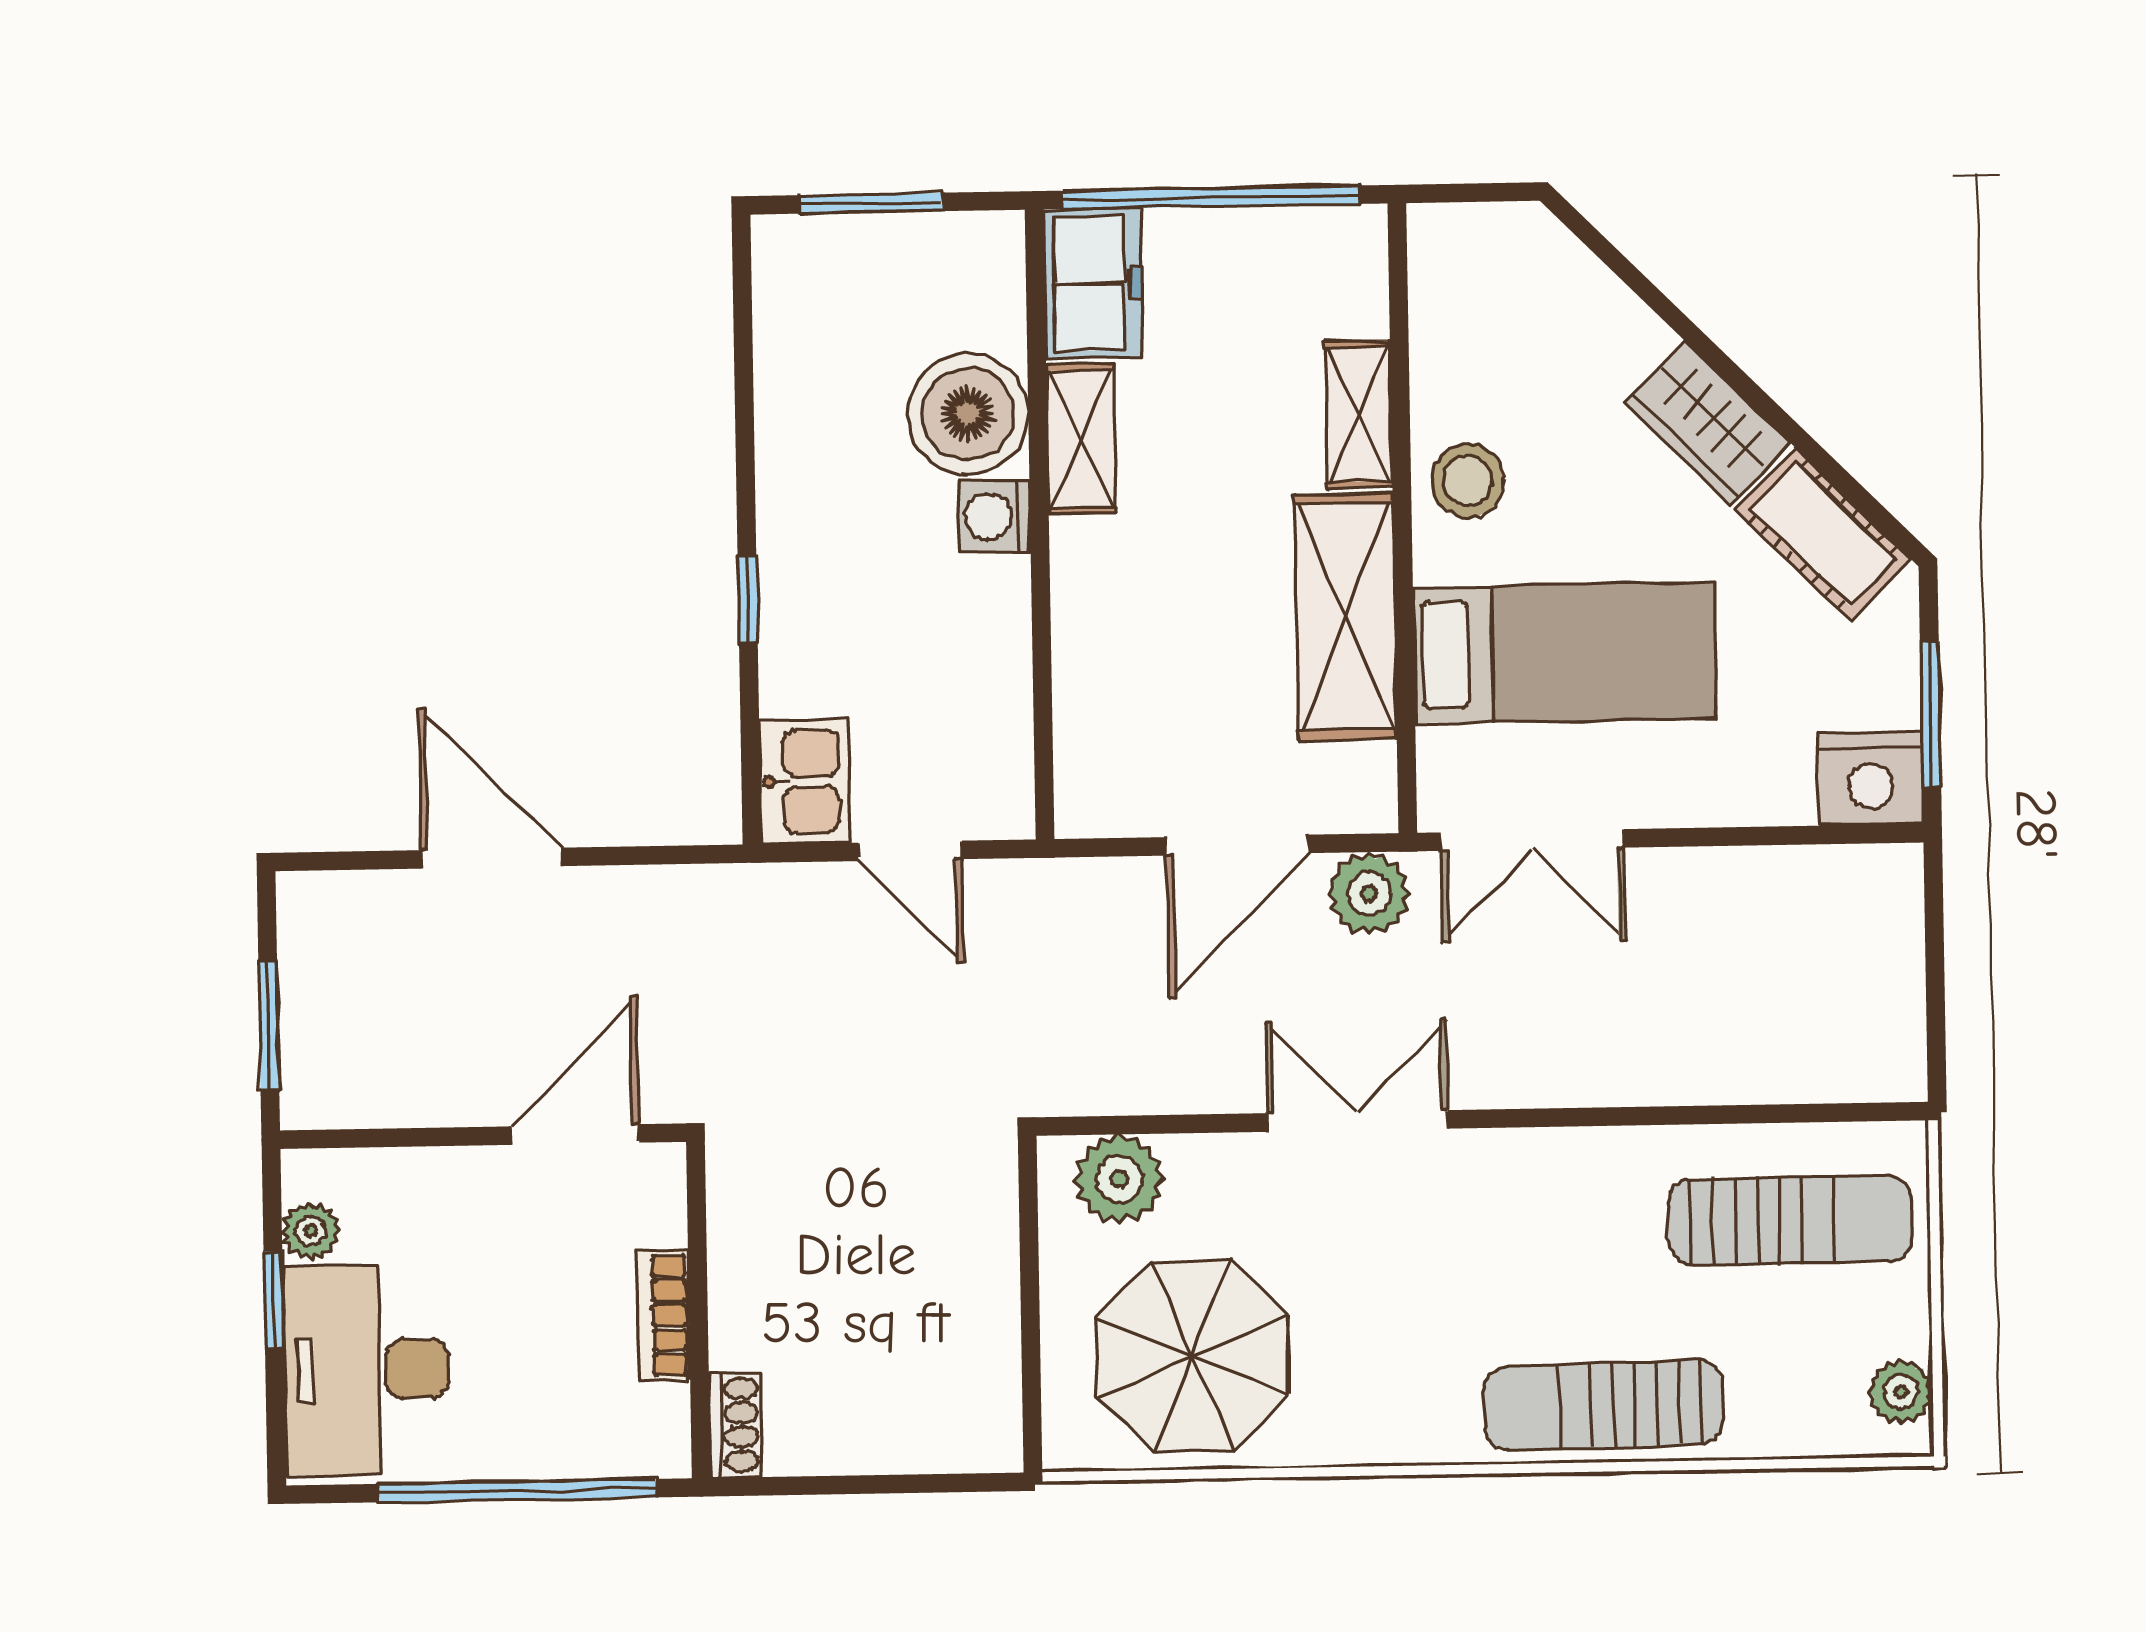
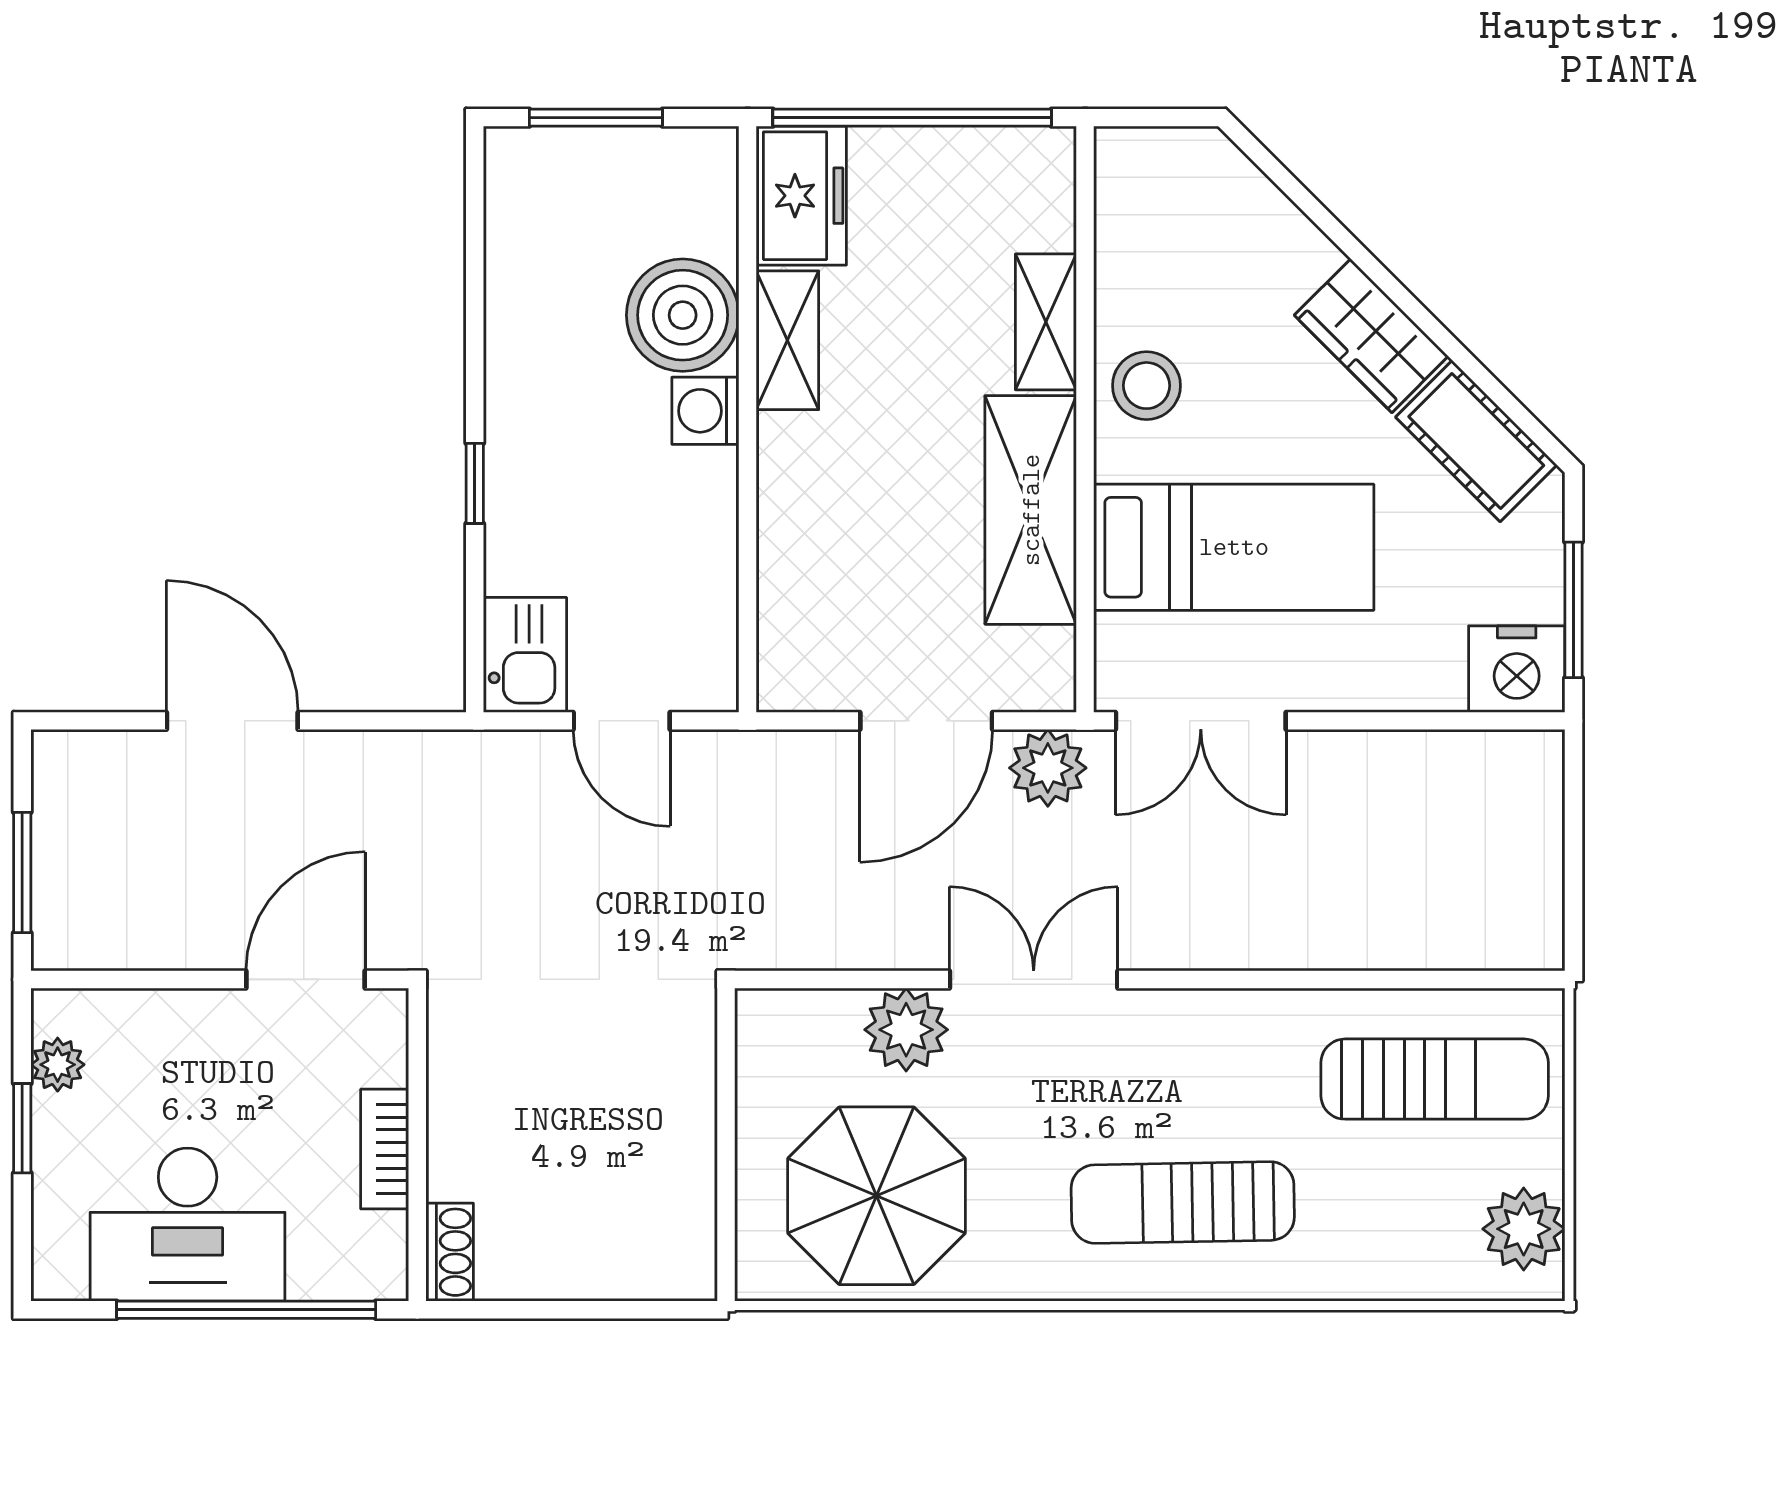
plant: (1119, 1179) -> (906, 1030), moved
desk: (366, 1369) -> (188, 1225), moved, turned -90
plant: (1901, 1392) -> (1524, 1229), width x1.38, depth x1.38
sun lounger: (1603, 1405) -> (1183, 1203), moved

